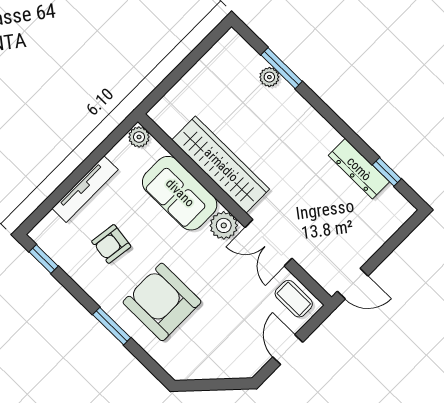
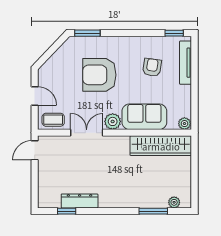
plant: (269, 77) -> (174, 202), moved
wardrobe: (221, 165) -> (161, 146), moved
tv unit: (85, 189) -> (186, 63), moved
armchair: (162, 302) -> (99, 75), moved, turned 180
window: (112, 326) -> (87, 33), moved

